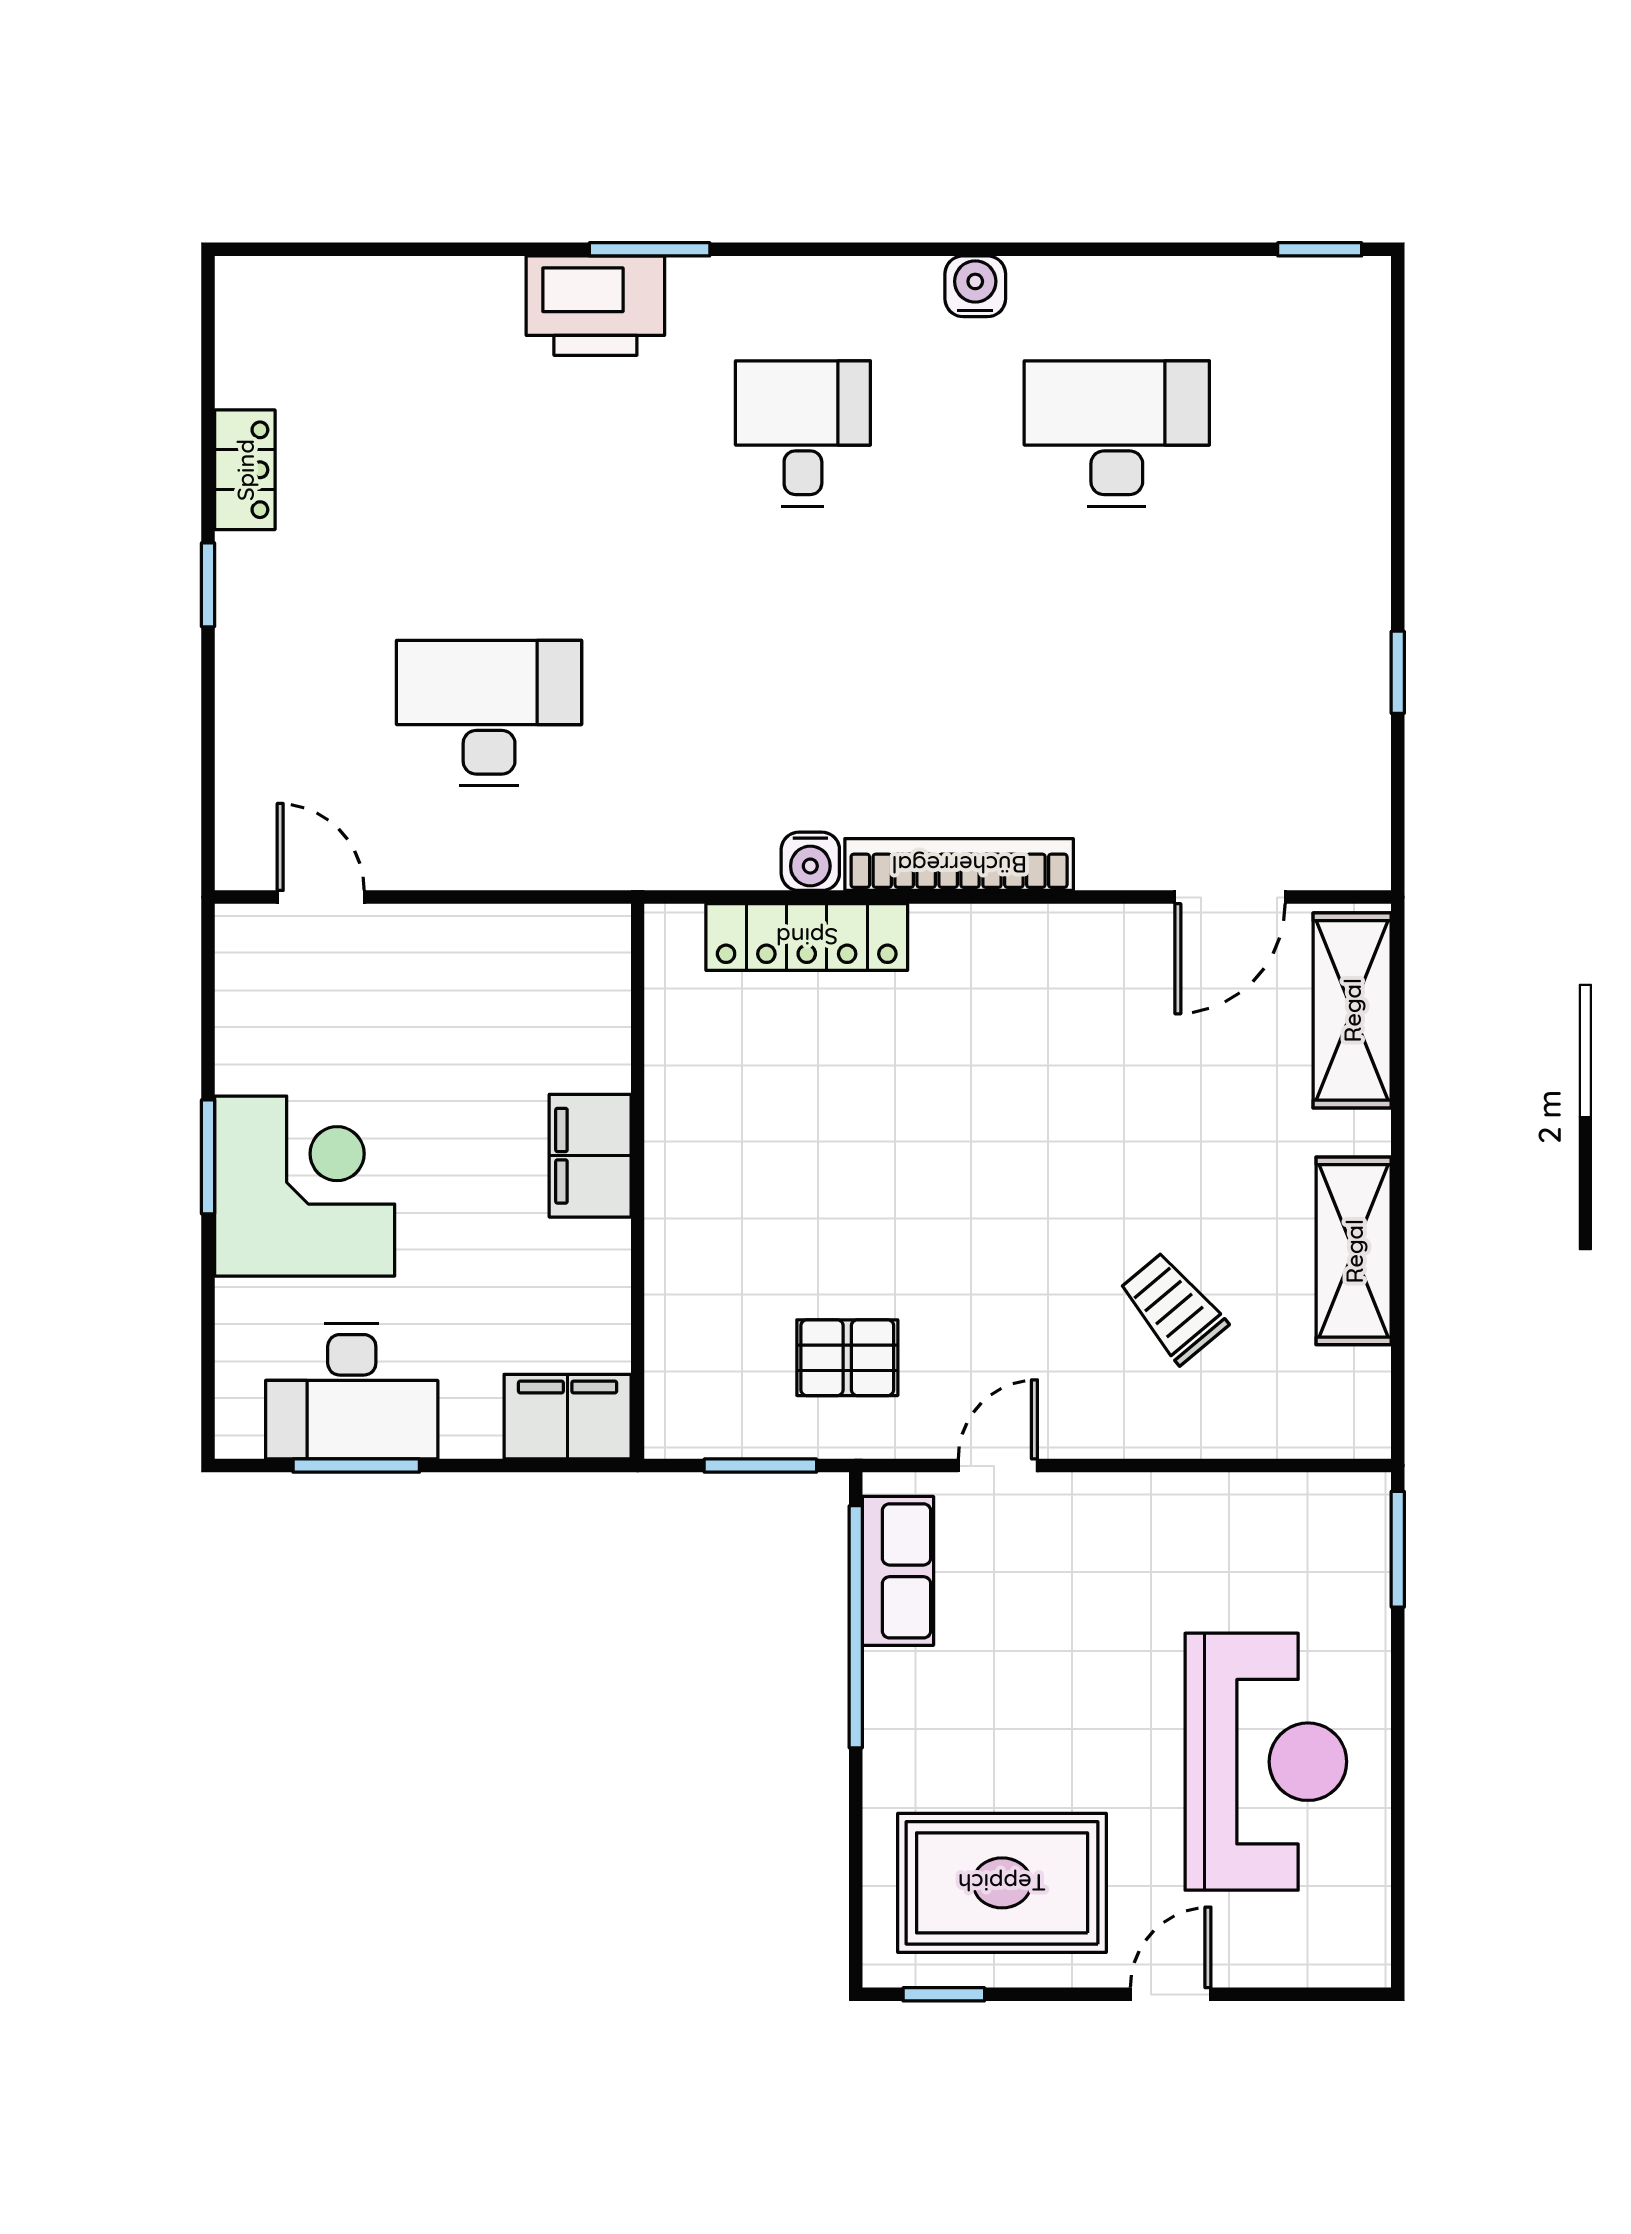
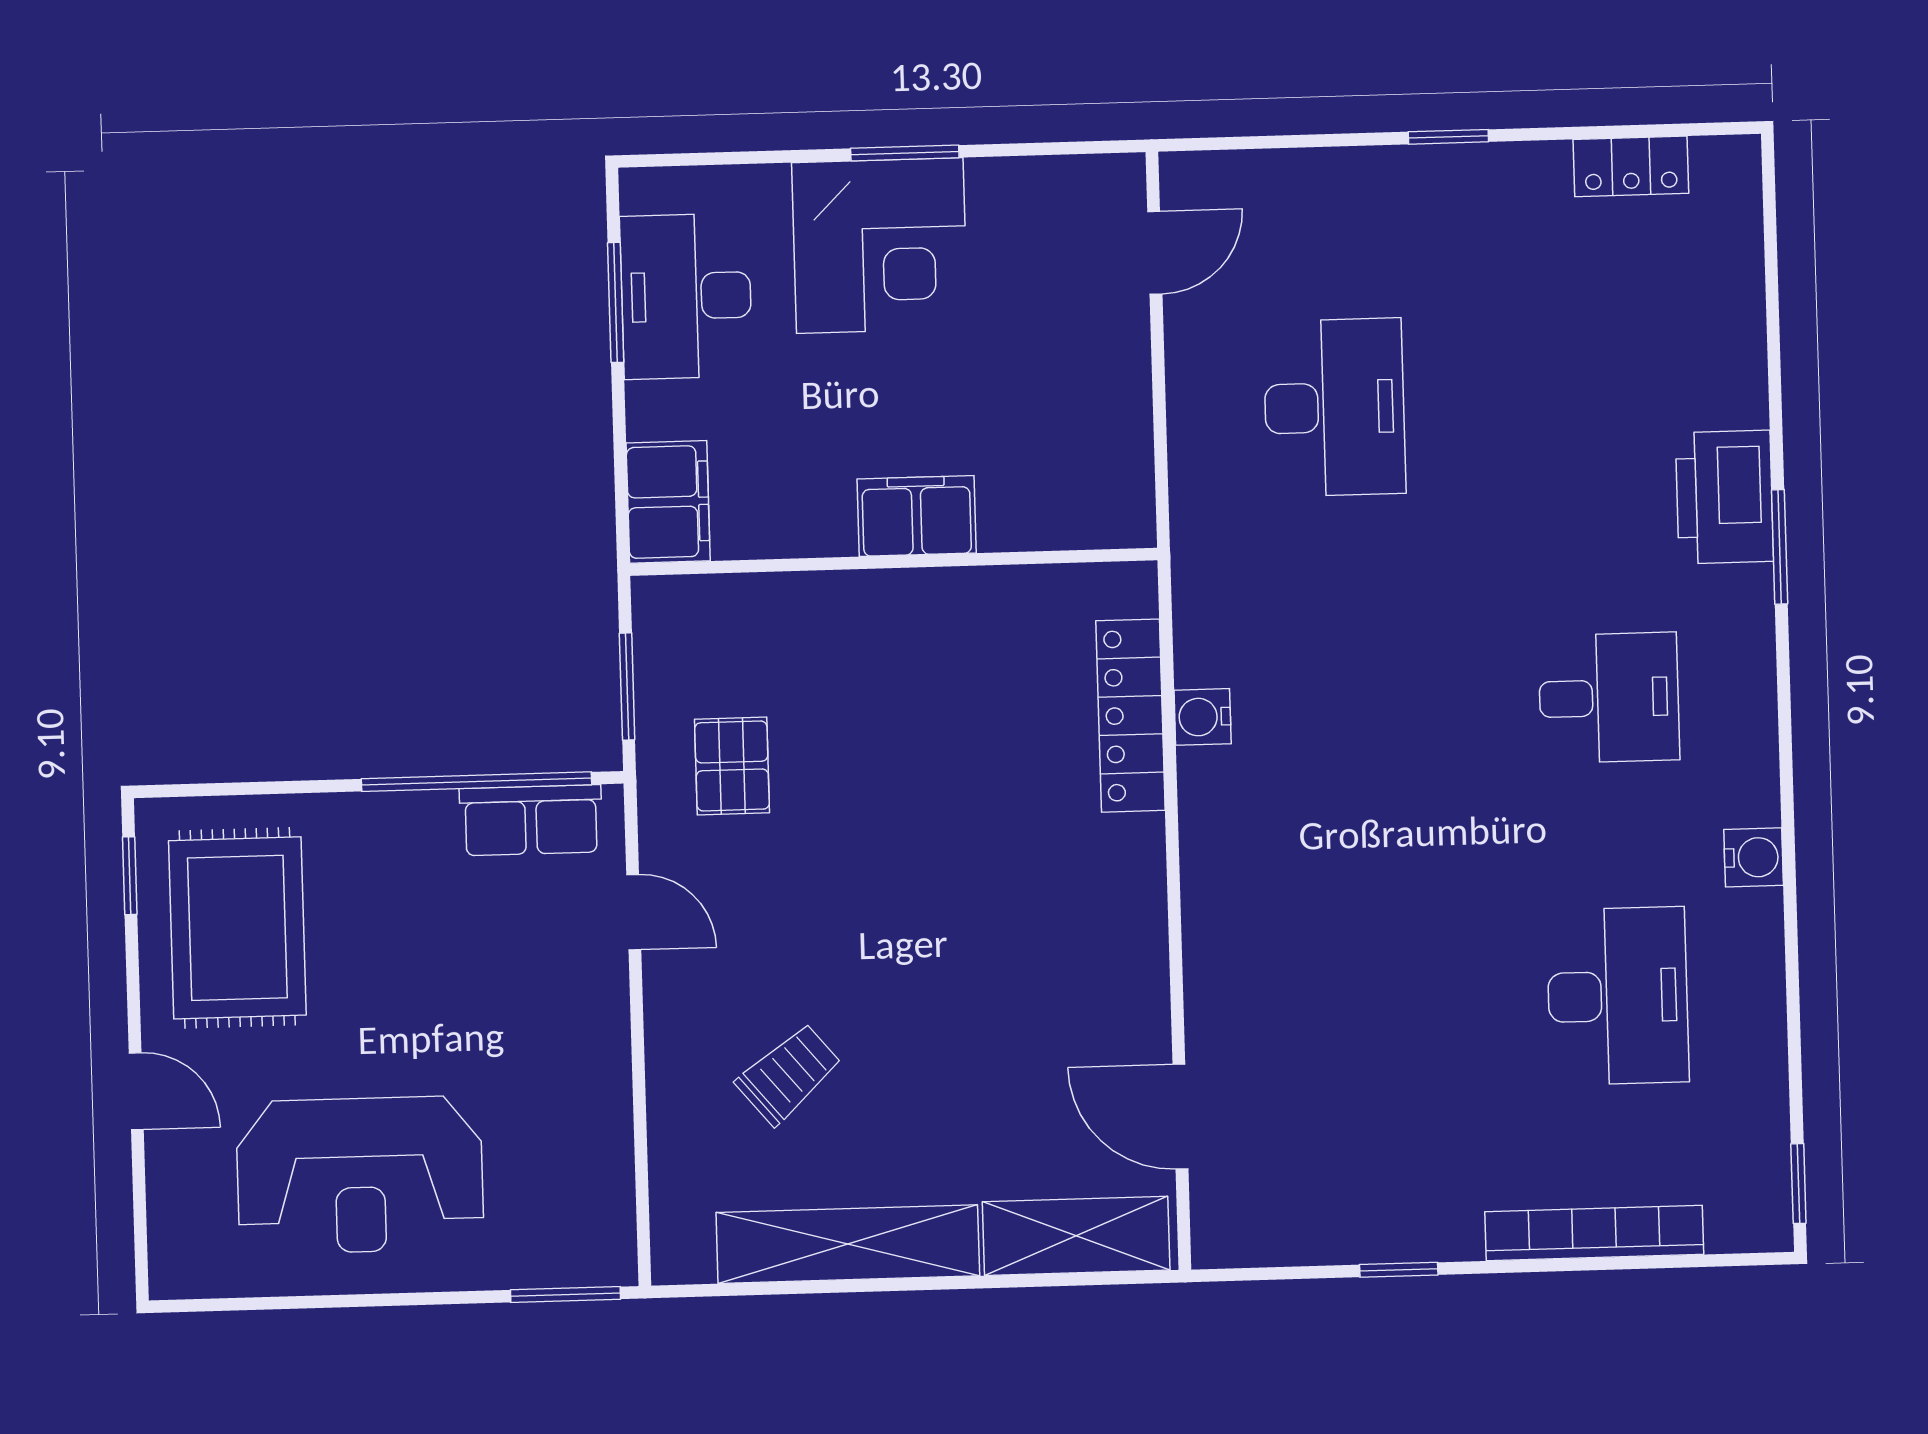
locker: (245, 470) -> (1631, 166), moved
bookcase: (959, 865) -> (1594, 1233), moved, turned -90
shelving: (1354, 1251) -> (848, 1244), width x1.47

